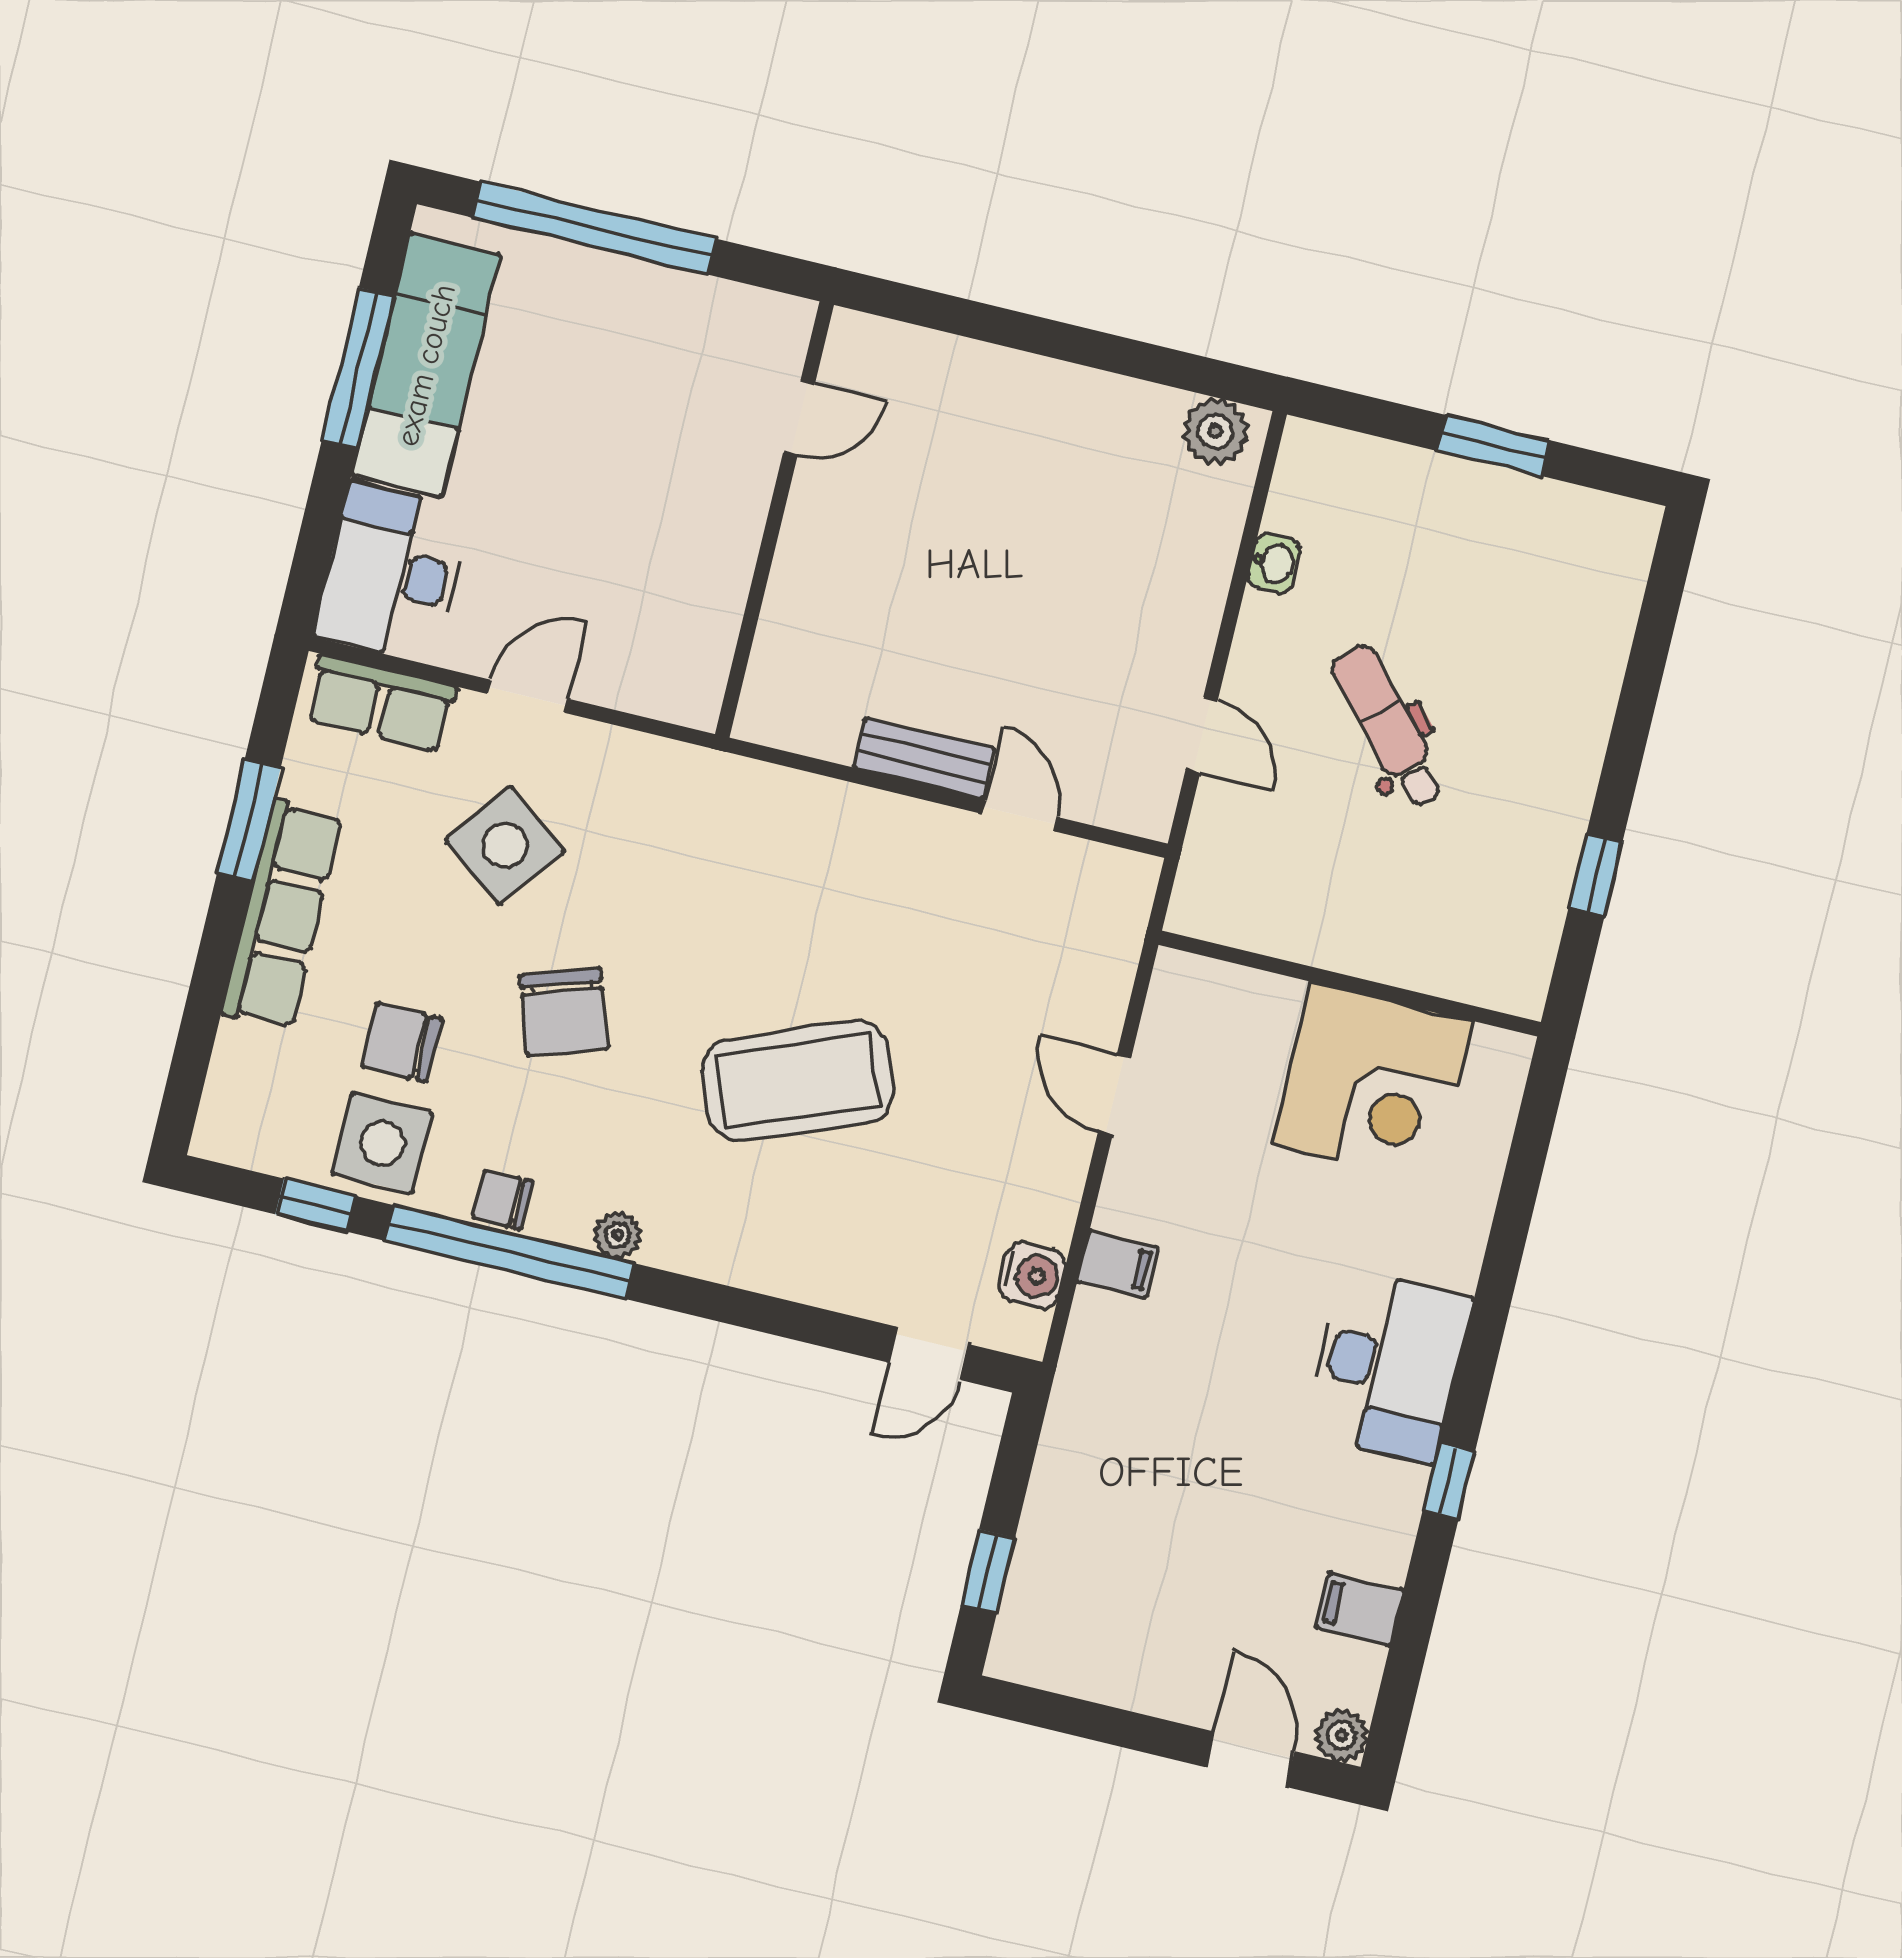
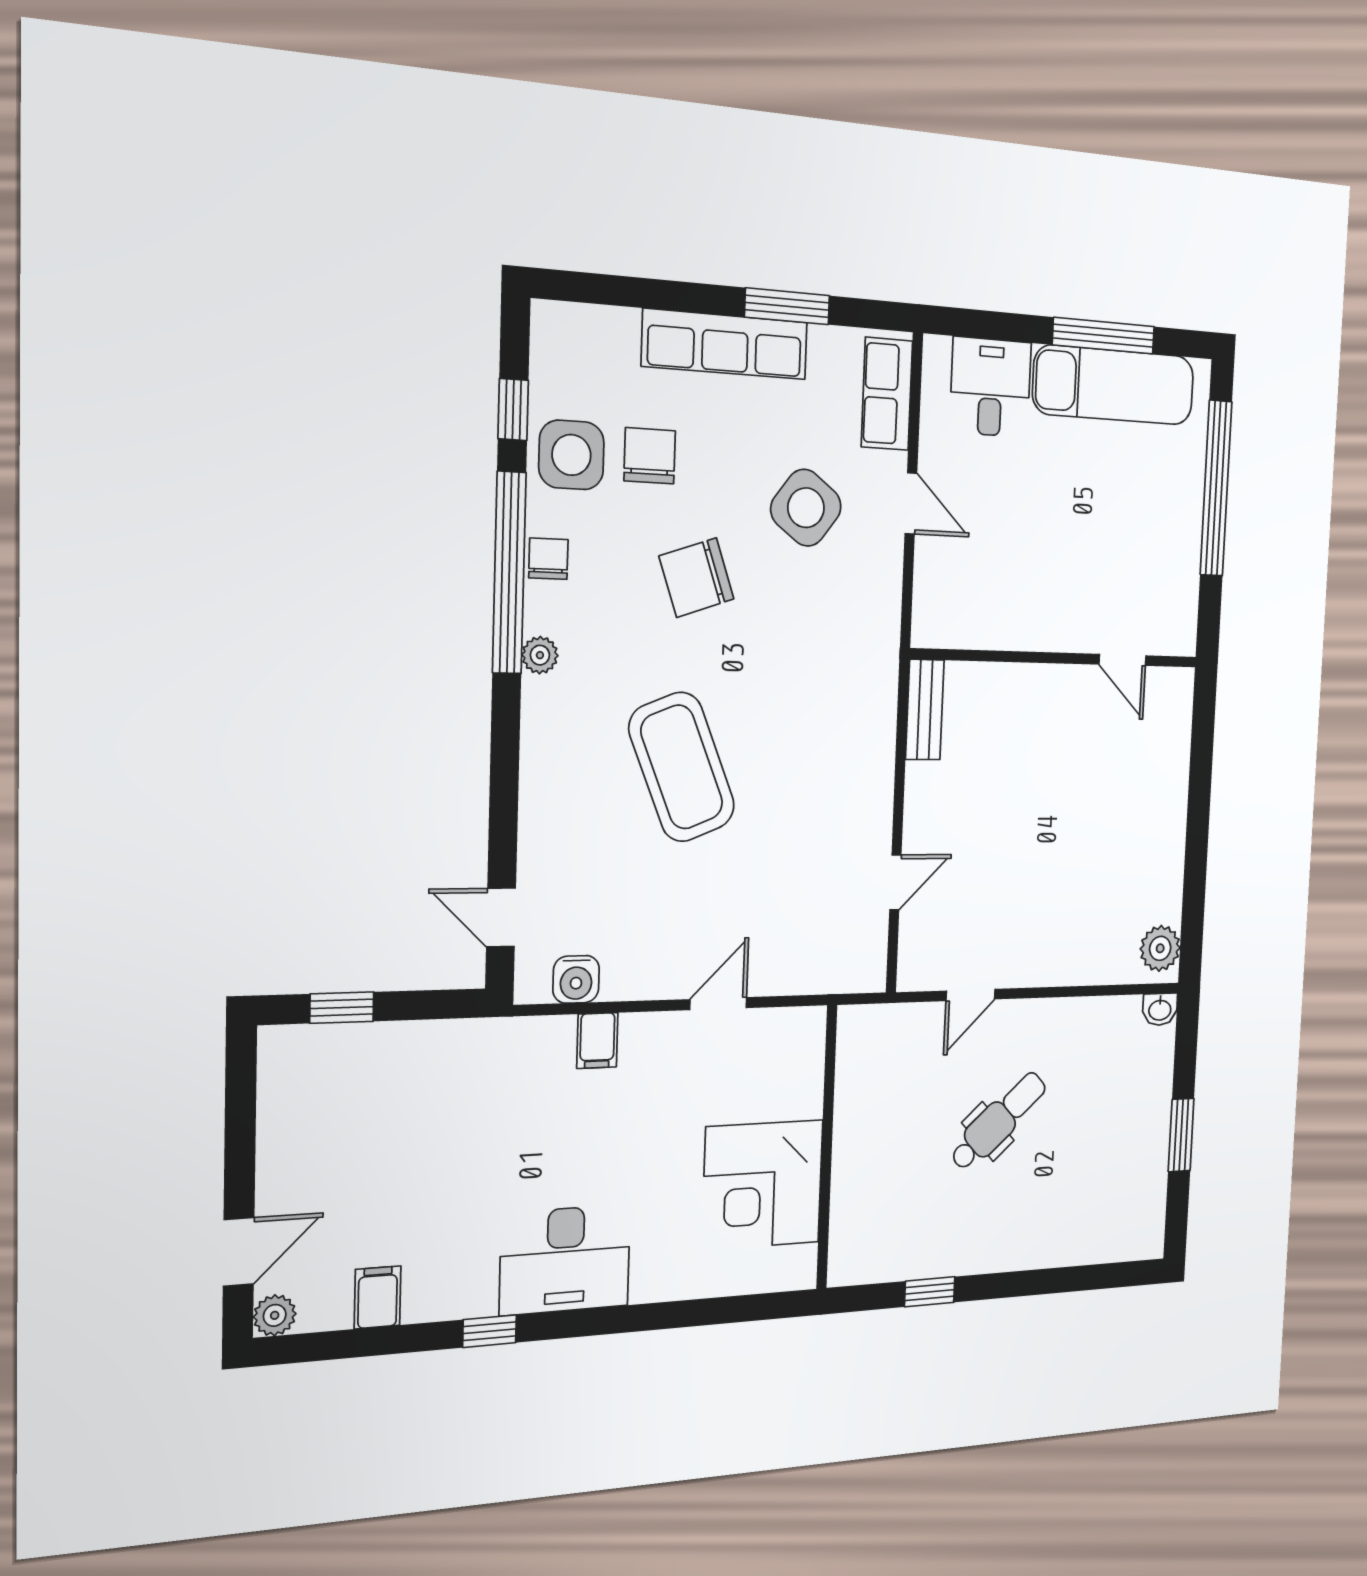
washbasin: (1274, 563) -> (1160, 1009), moved
desk: (393, 573) -> (990, 387), width x0.73
bench: (924, 758) -> (925, 710), moved

